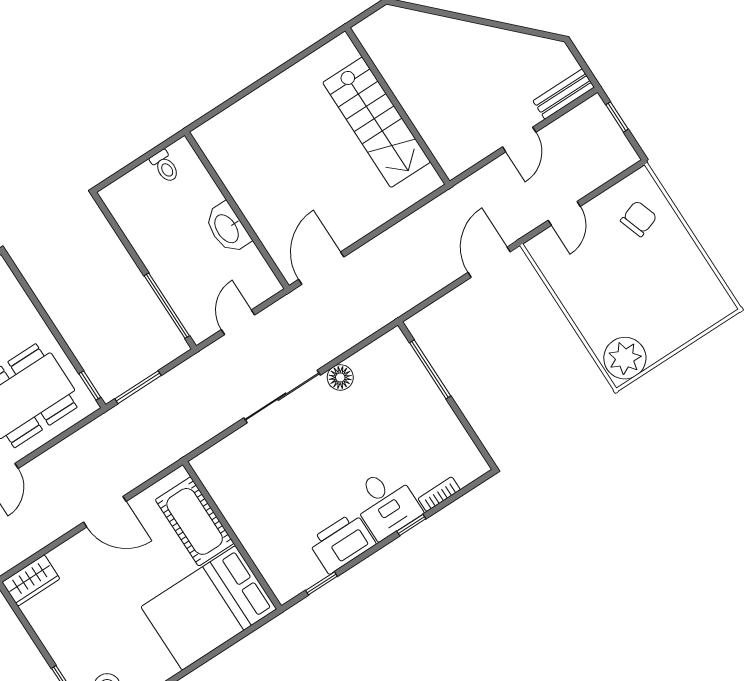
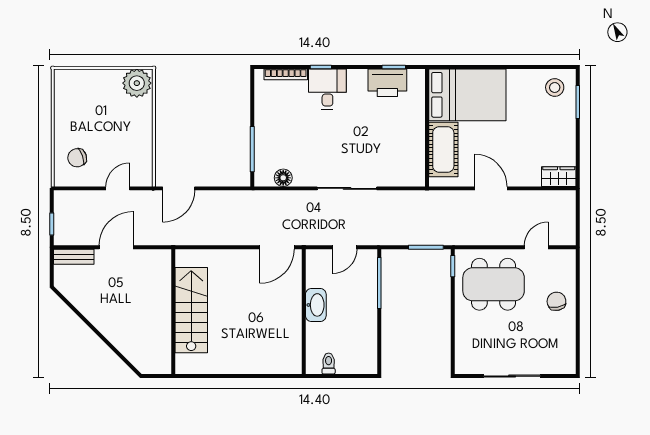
door: (519, 140) -> (116, 247), width x1.38
floor lamp: (340, 377) -> (283, 178), moved
bookcase: (439, 494) -> (286, 74), width x1.56
printer: (342, 543) -> (387, 83), moved

